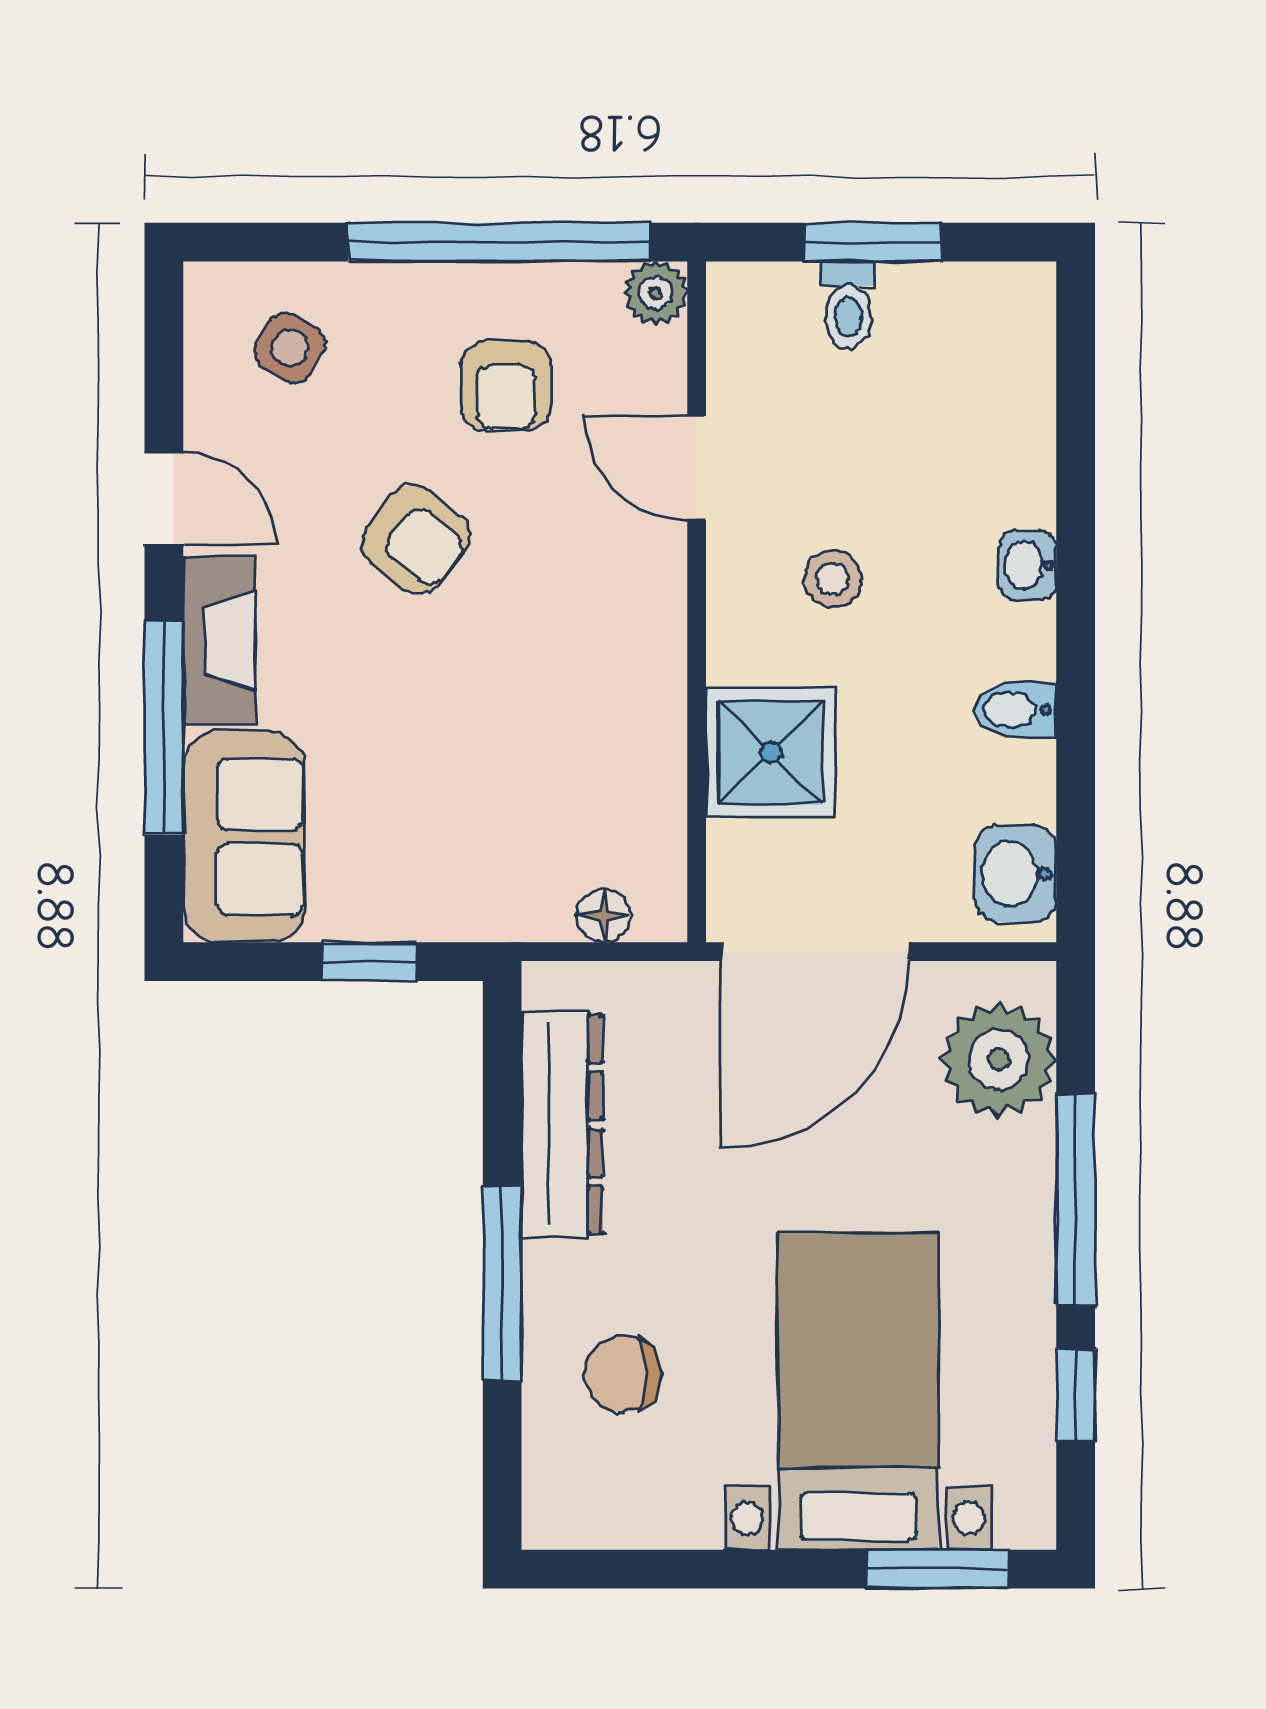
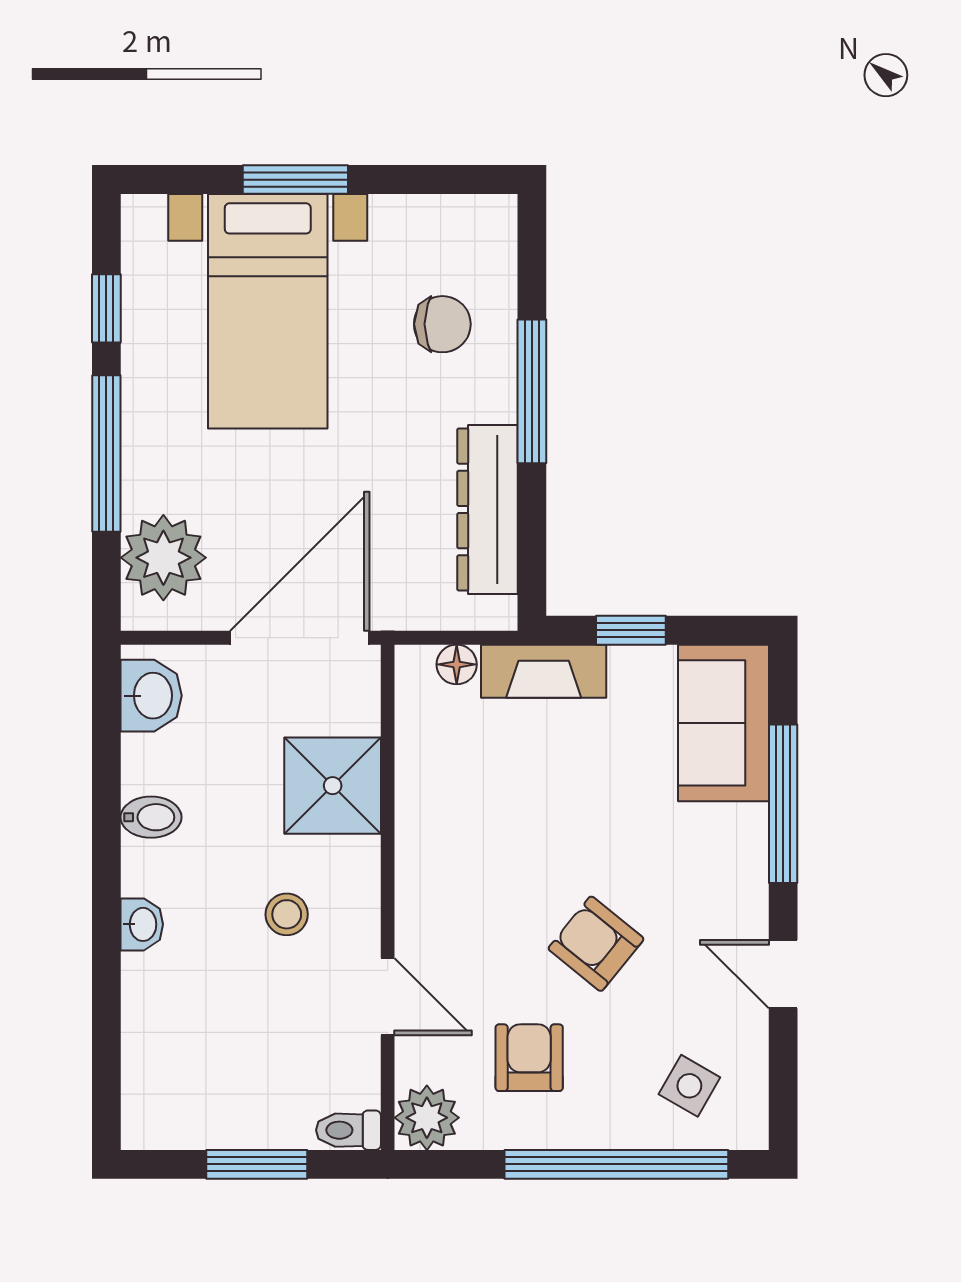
window: (499, 242) -> (616, 1164), moved
plant: (656, 293) -> (427, 1118), width x1.38, depth x1.38
toilet: (848, 305) -> (348, 1130), moved, turned -90
fireplace: (219, 641) -> (544, 671), moved, turned -90
window: (937, 1569) -> (295, 180), moved

